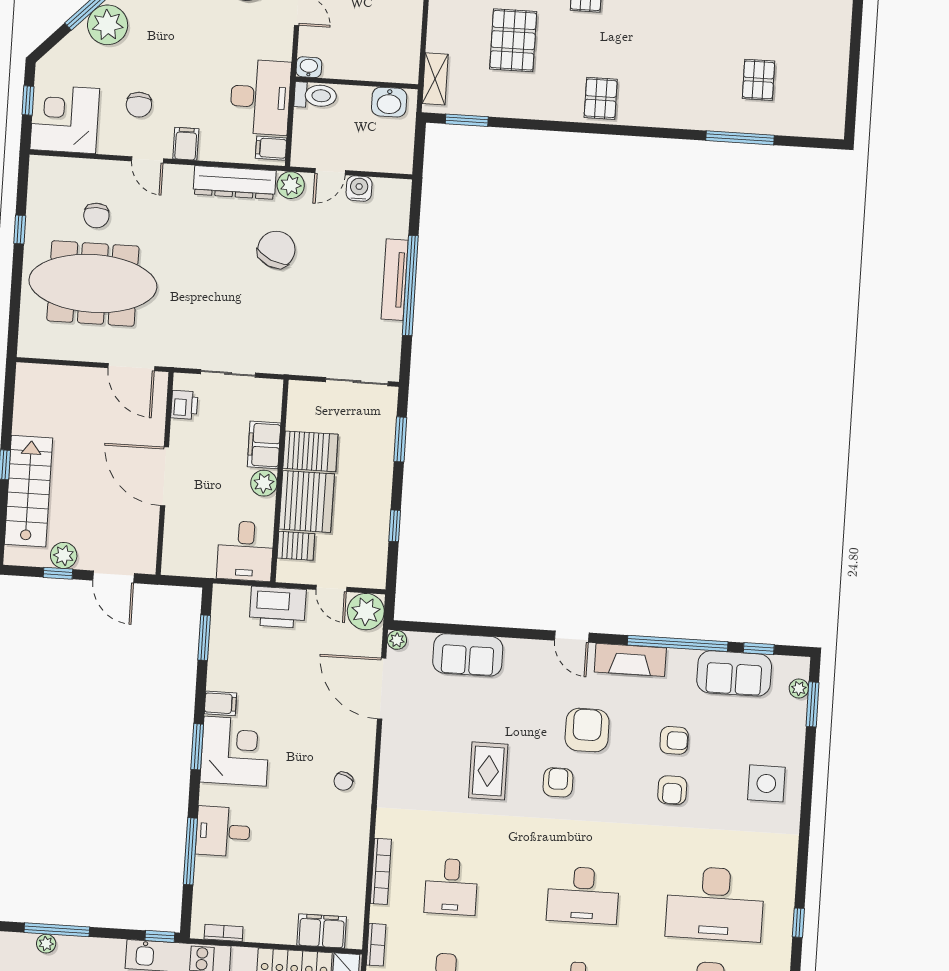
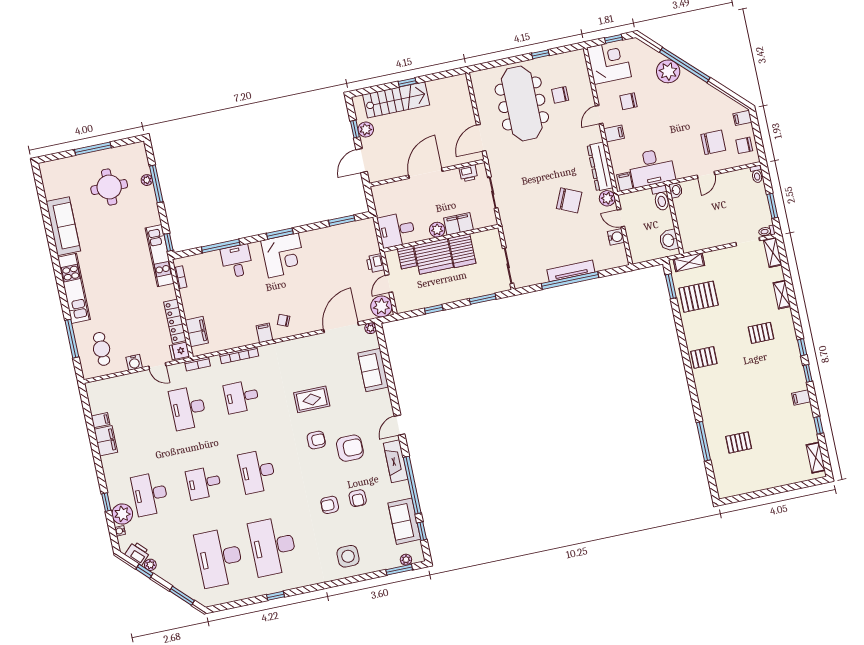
pallet: (513, 40) -> (699, 297), moved
printer: (278, 607) -> (375, 263), width x0.53, depth x0.68
filing cabinet: (220, 703) -> (264, 333), moved, turned 180

